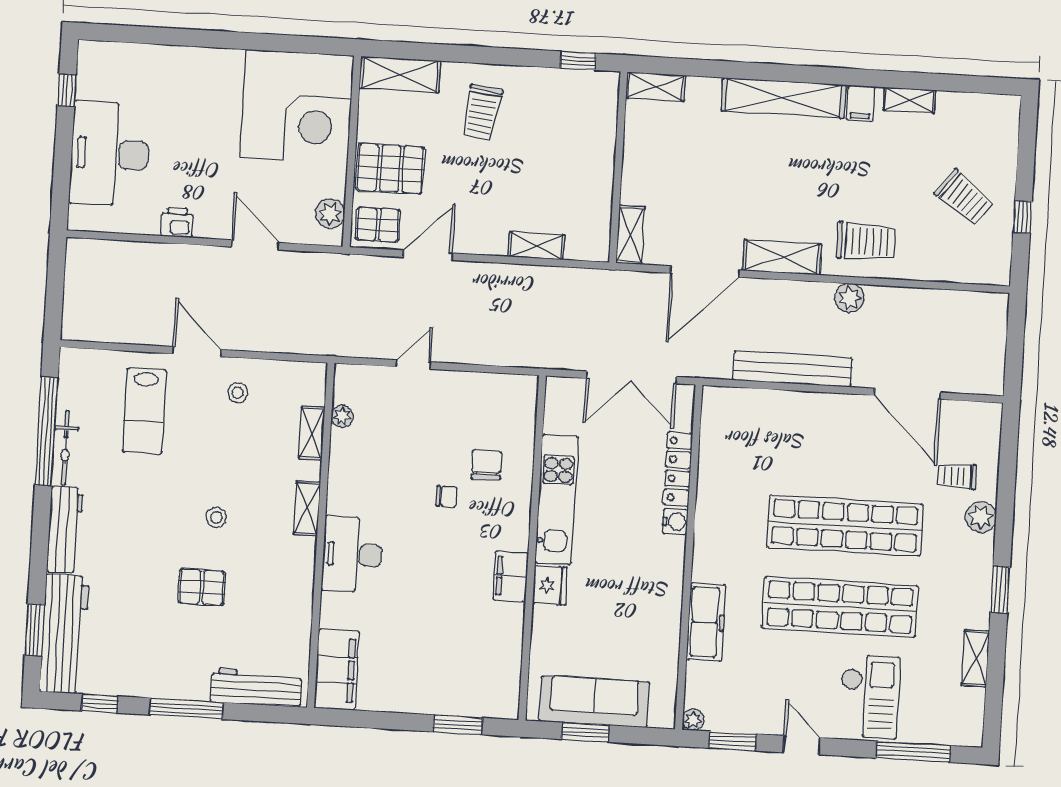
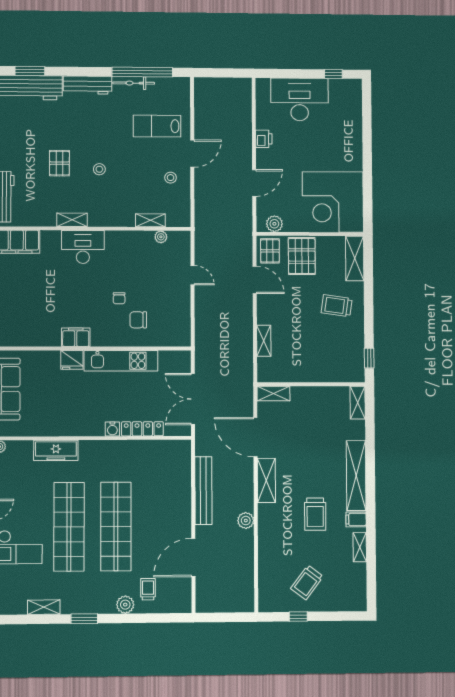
trolley: (866, 241) -> (315, 514), moved
chair: (486, 465) -> (138, 320), turned 180
shelving: (307, 508) -> (72, 220), moved

